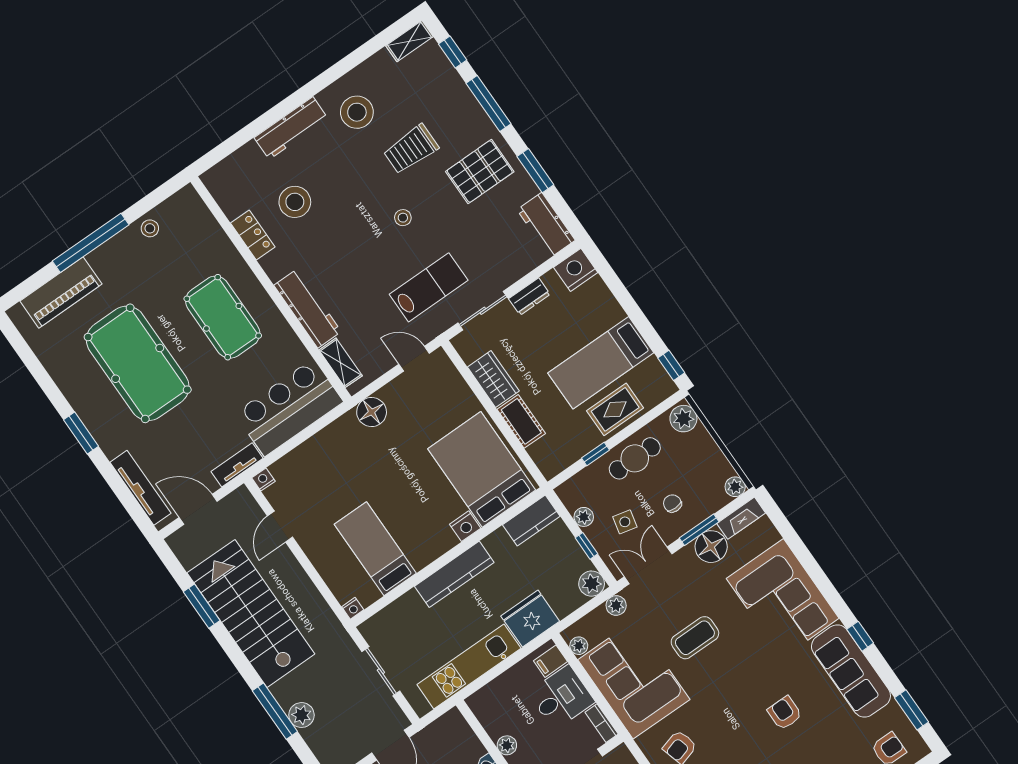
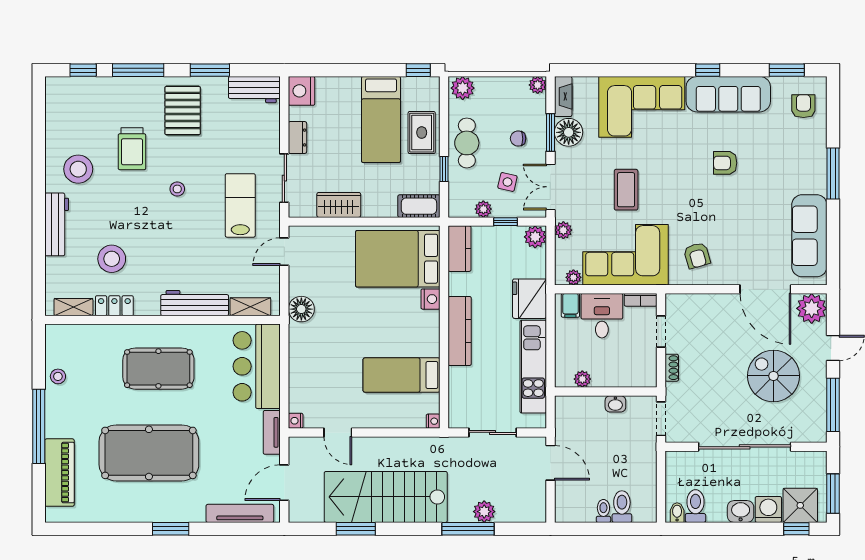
shelving: (409, 41) -> (73, 307), moved, turned 90
cot: (521, 421) -> (419, 206), moved
plant: (507, 745) -> (582, 379), moved

